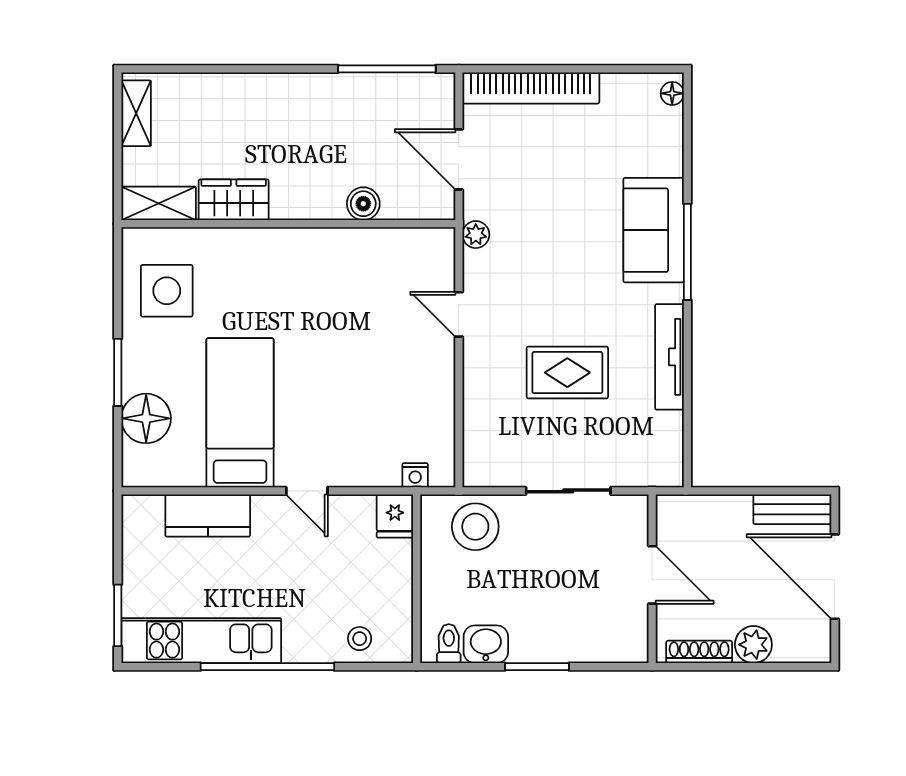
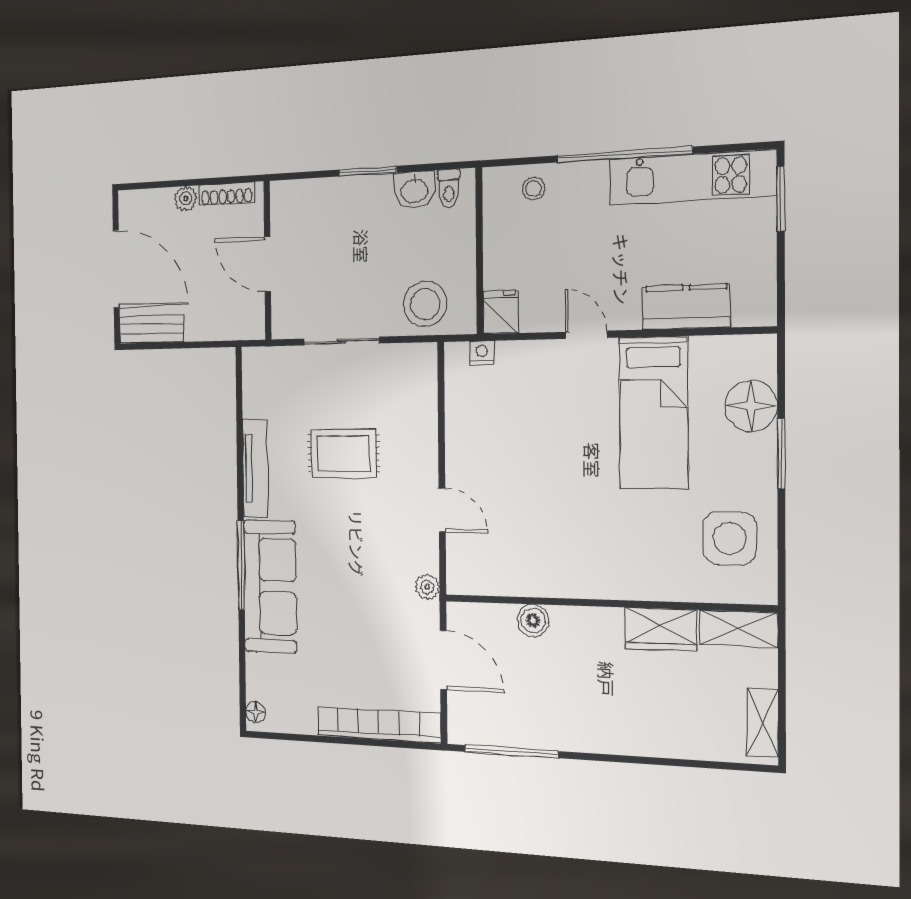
sofa: (654, 230) -> (270, 586), width x1.36
plant: (753, 645) -> (186, 199), width x0.73, depth x0.73

